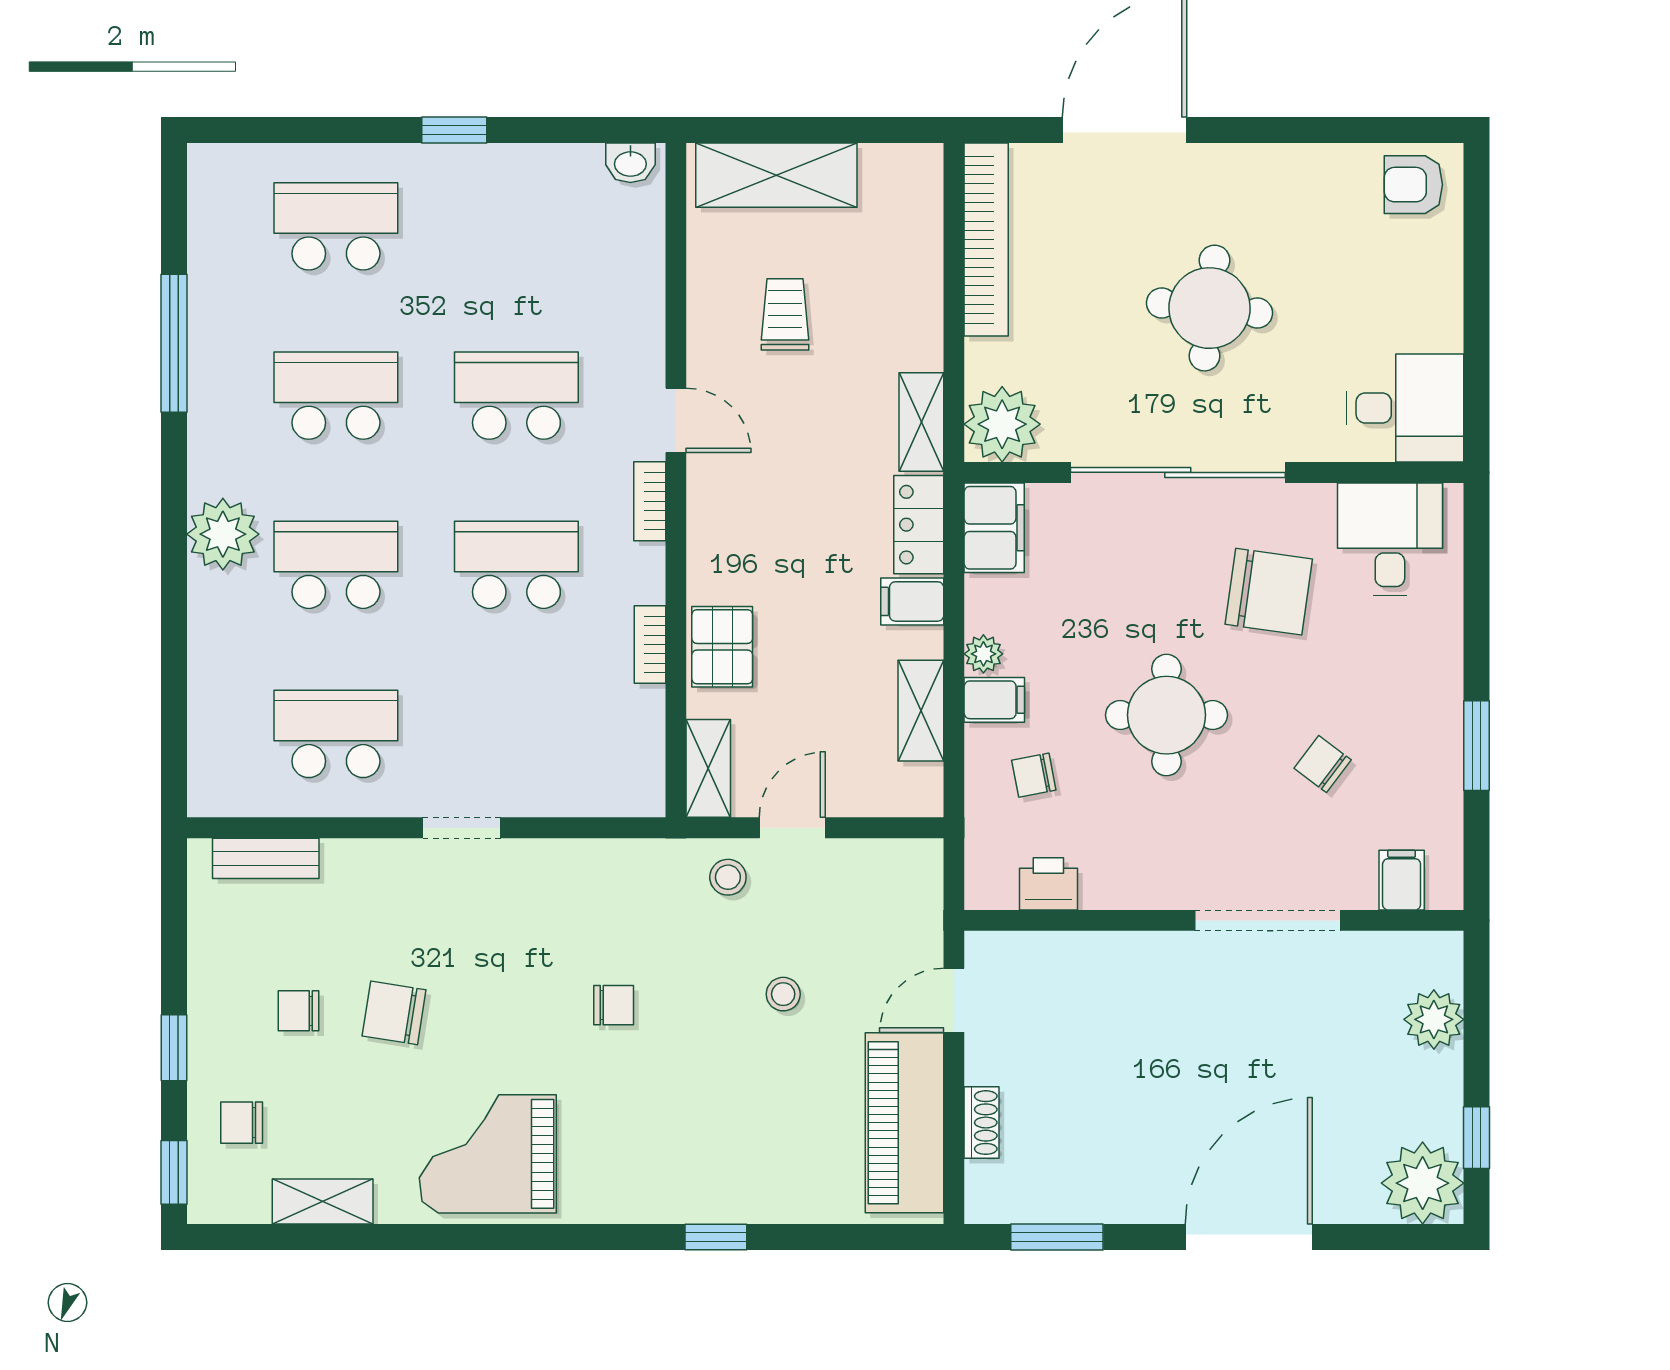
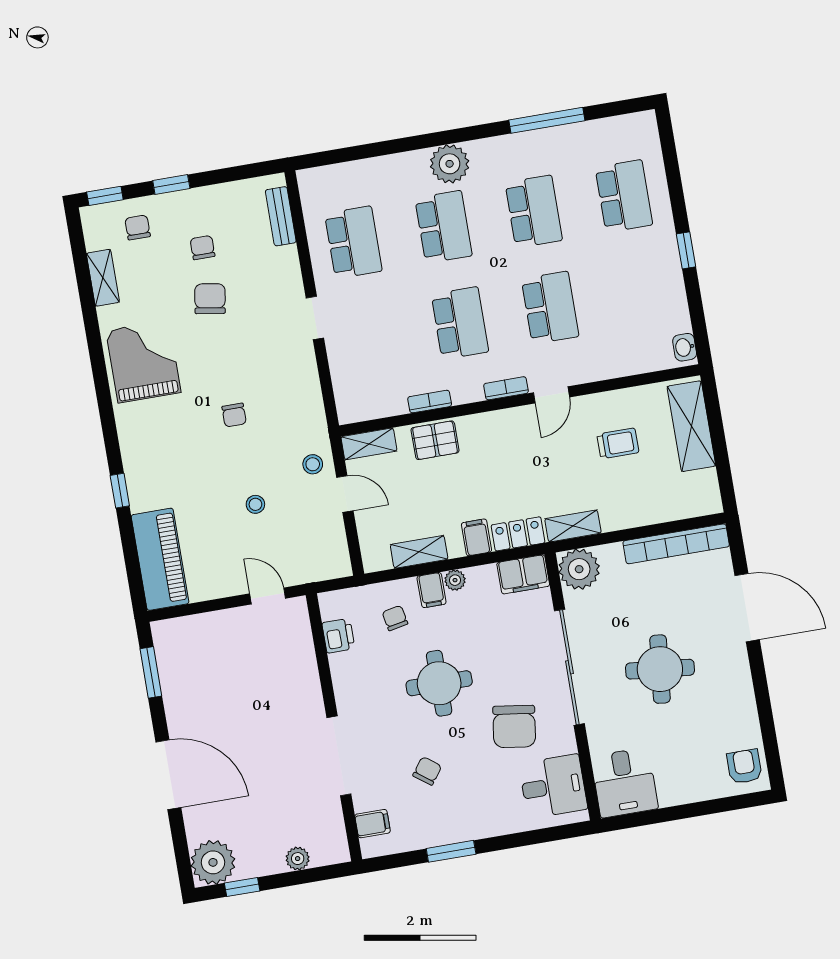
plant: (1434, 1019) -> (298, 859), width x0.73, depth x0.73
piano: (904, 1123) -> (160, 559), moved, turned 90
shoe rack: (982, 1123) -> (205, 622), removed

